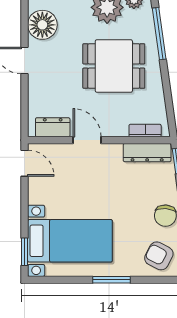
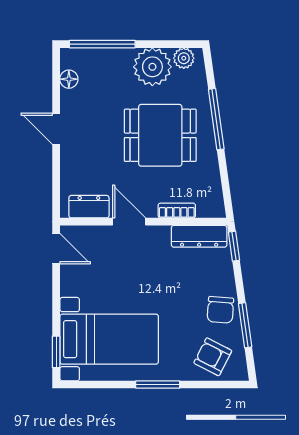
floor lamp: (42, 25) -> (69, 79), width x0.53, depth x0.53
window: (159, 34) -> (216, 119), moved
bookcase: (145, 131) -> (177, 211), moved

